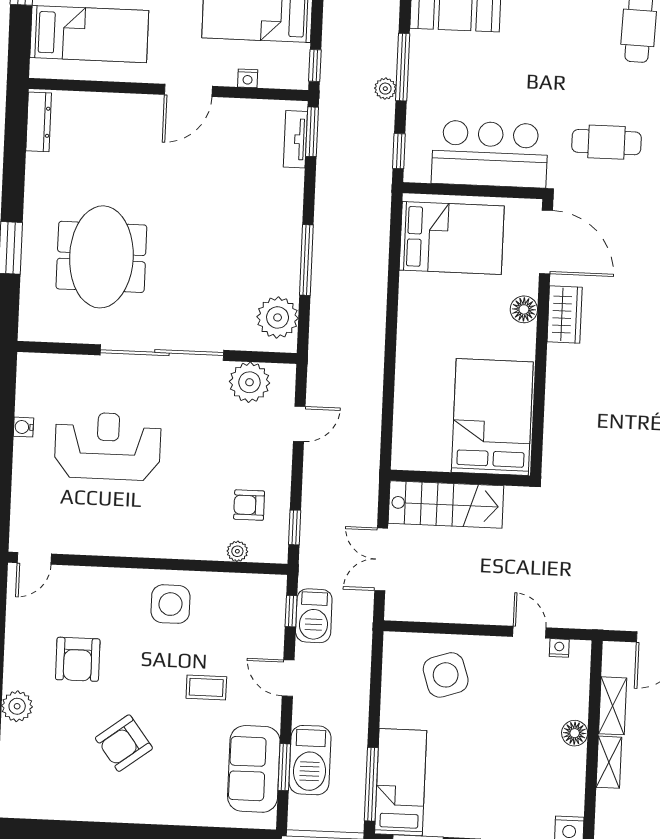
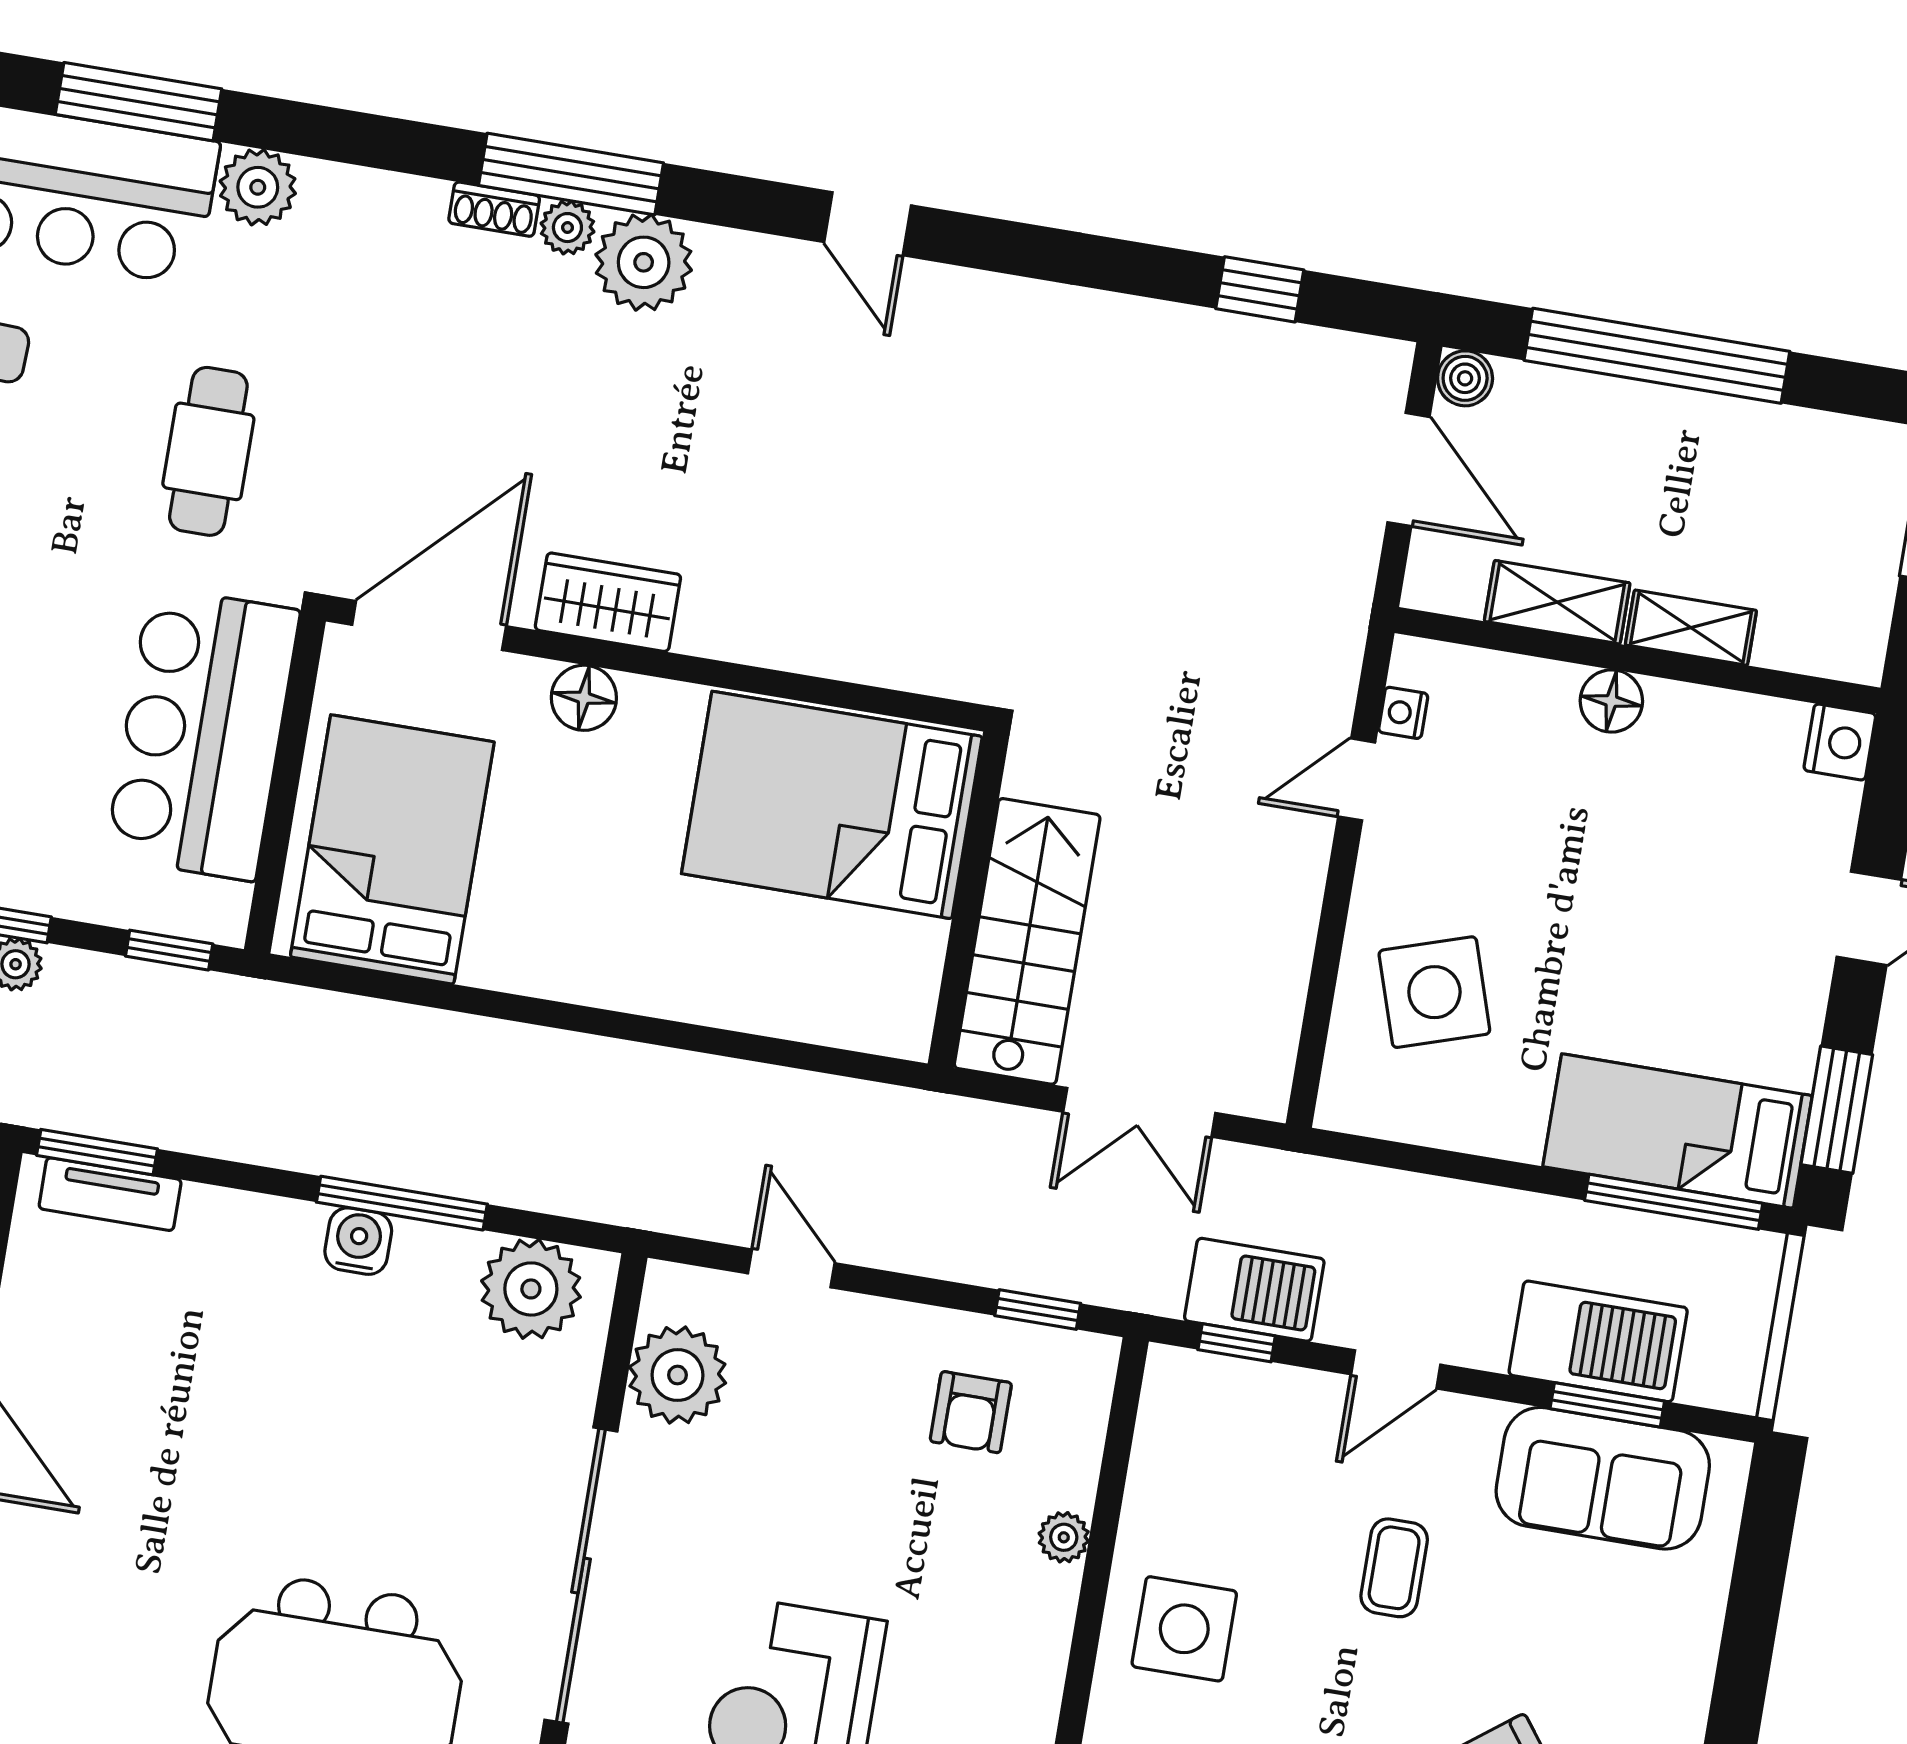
water cooler: (289, 244) -> (358, 1241), added
plant: (237, 551) -> (1064, 1537), moved

